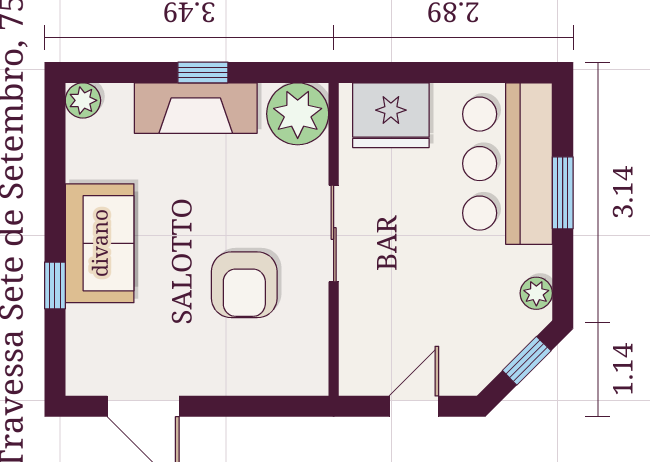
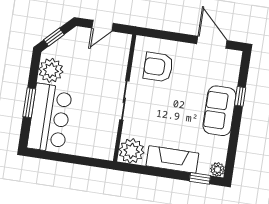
window: (203, 72) -> (200, 178), moved
fridge: (391, 115) -> (94, 145), removed
armchair: (244, 285) -> (158, 67), moved, turned -90
plant: (536, 293) -> (51, 70), width x1.87, depth x1.87

